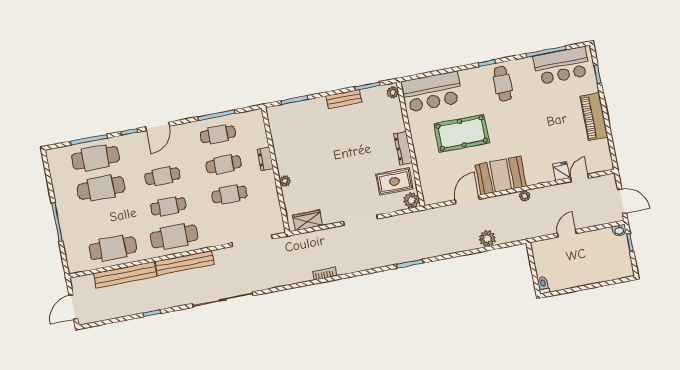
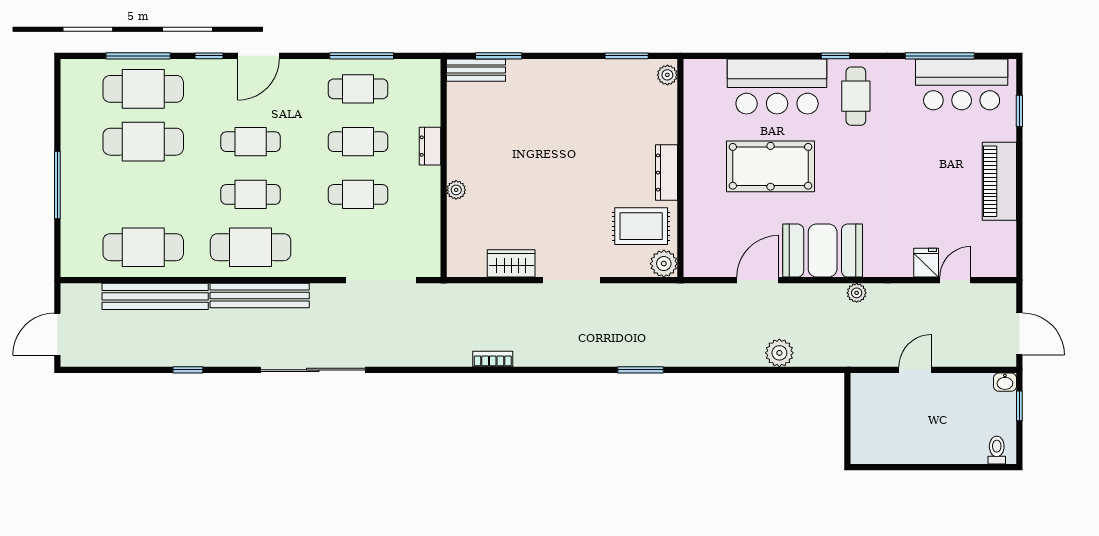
bar counter: (432, 92) -> (777, 86), moved
bench: (344, 99) -> (476, 70), moved
wardrobe: (308, 220) -> (511, 263), moved
toilet: (543, 285) -> (997, 450), moved

